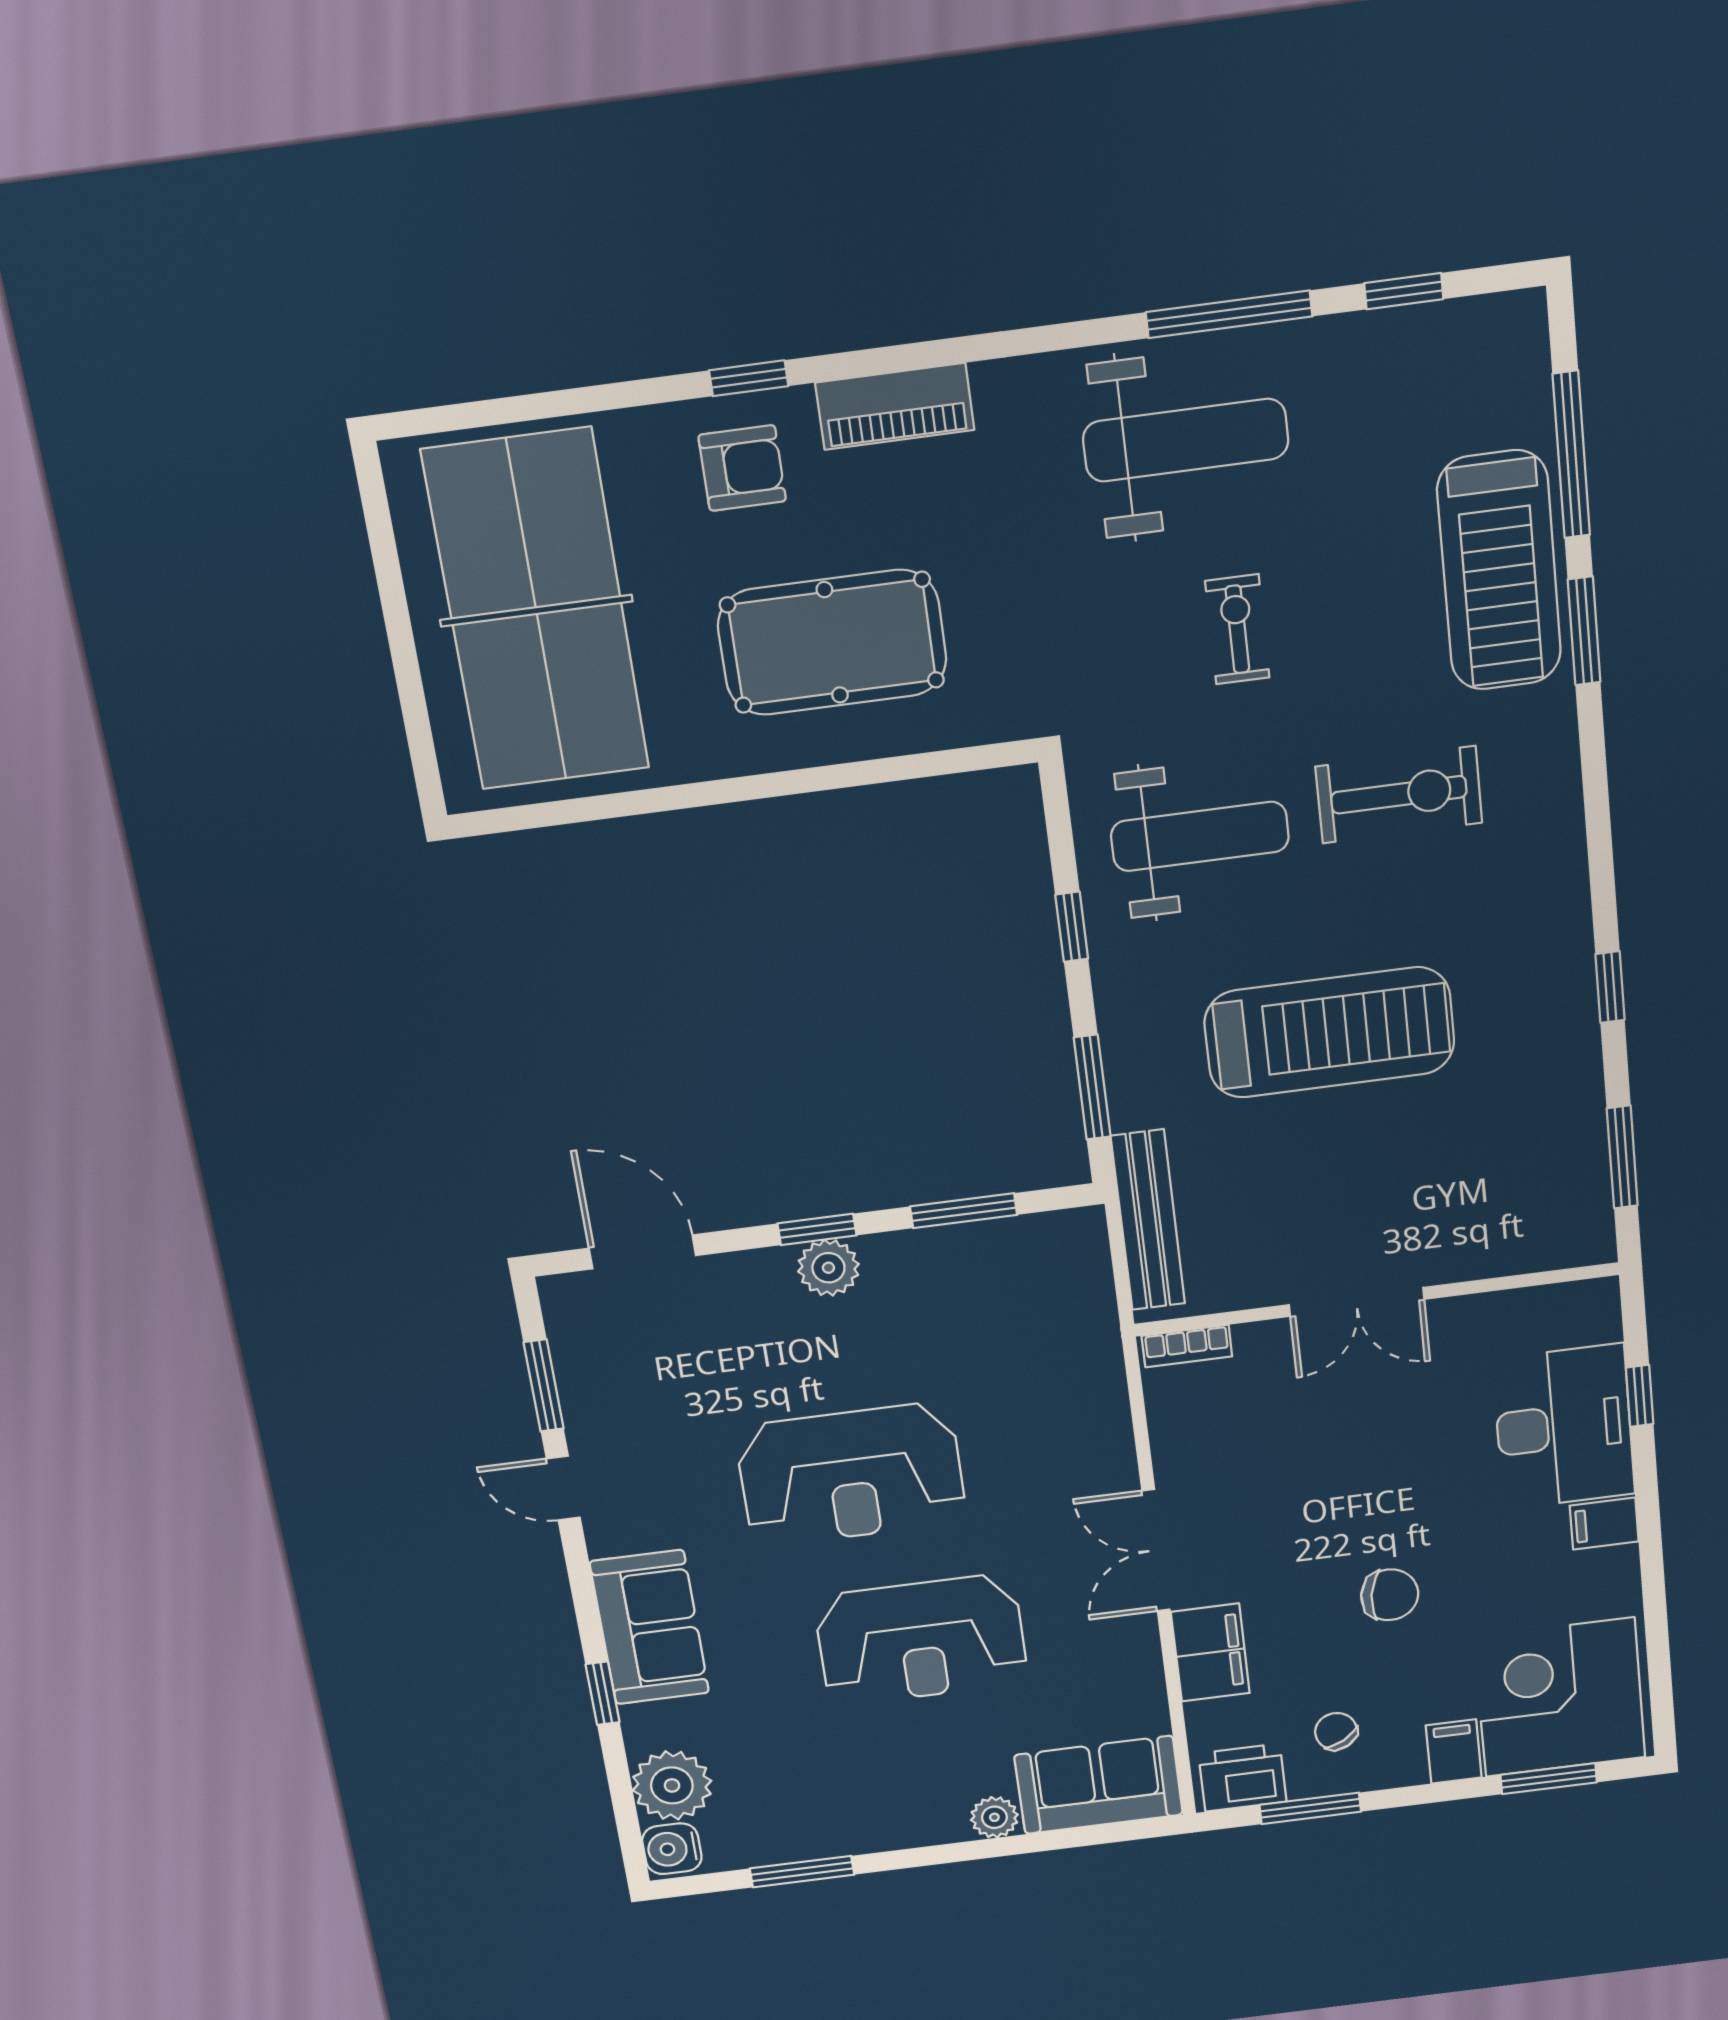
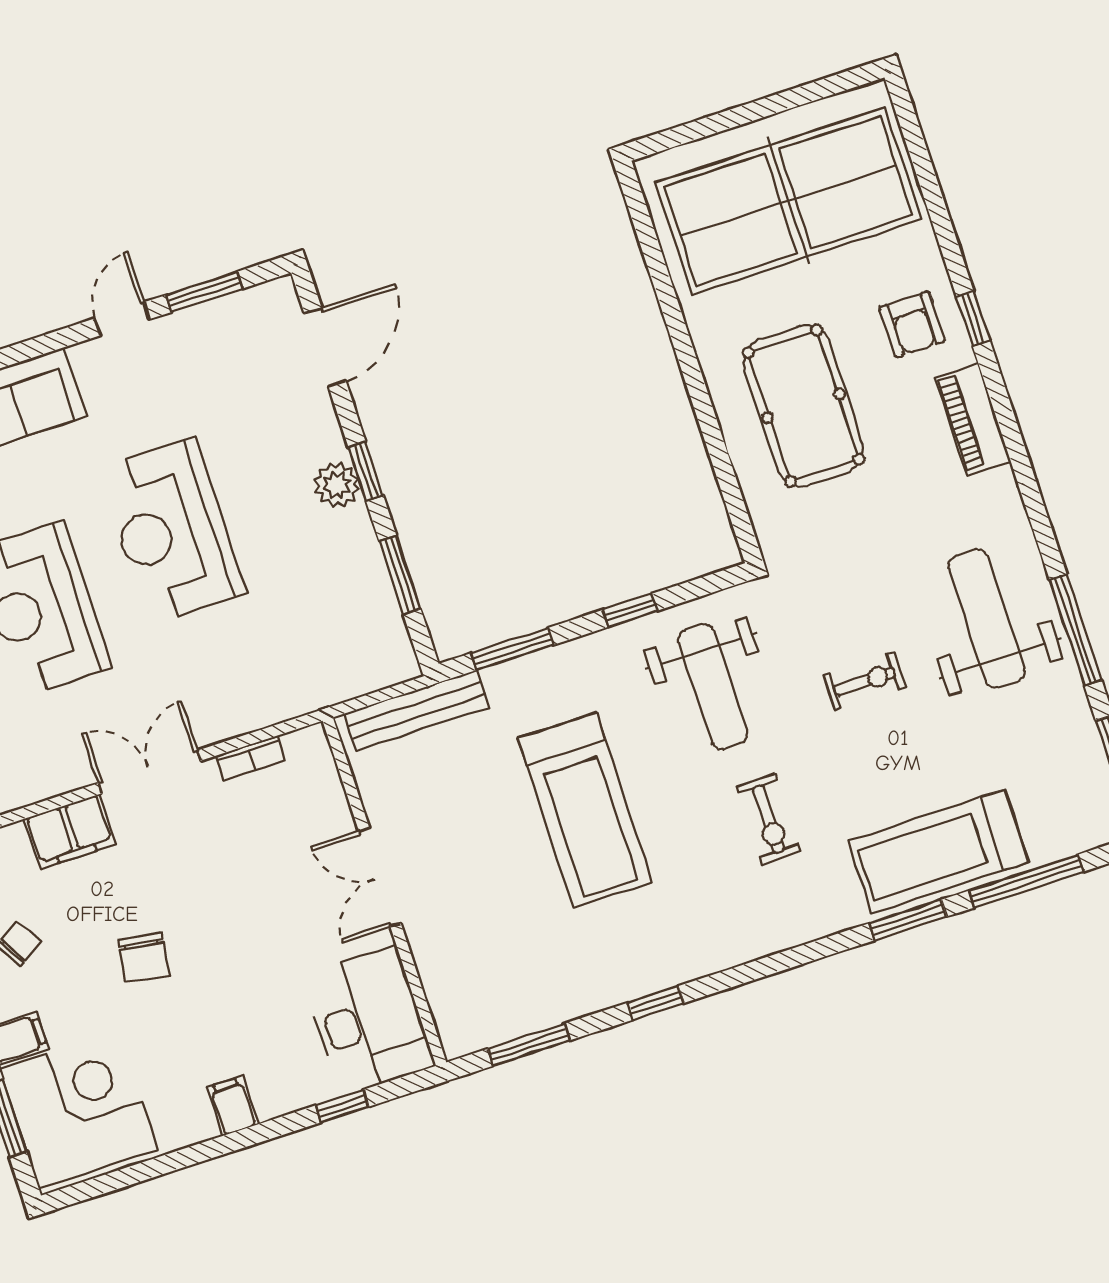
weight bench: (1186, 440) -> (987, 619), turned 180
exercise bike: (1399, 795) -> (769, 819), width x0.73, depth x0.72
bookcase: (1187, 1346) -> (251, 758), moved, turned -90
desk: (1564, 1427) -> (369, 1021), moved, turned -90

